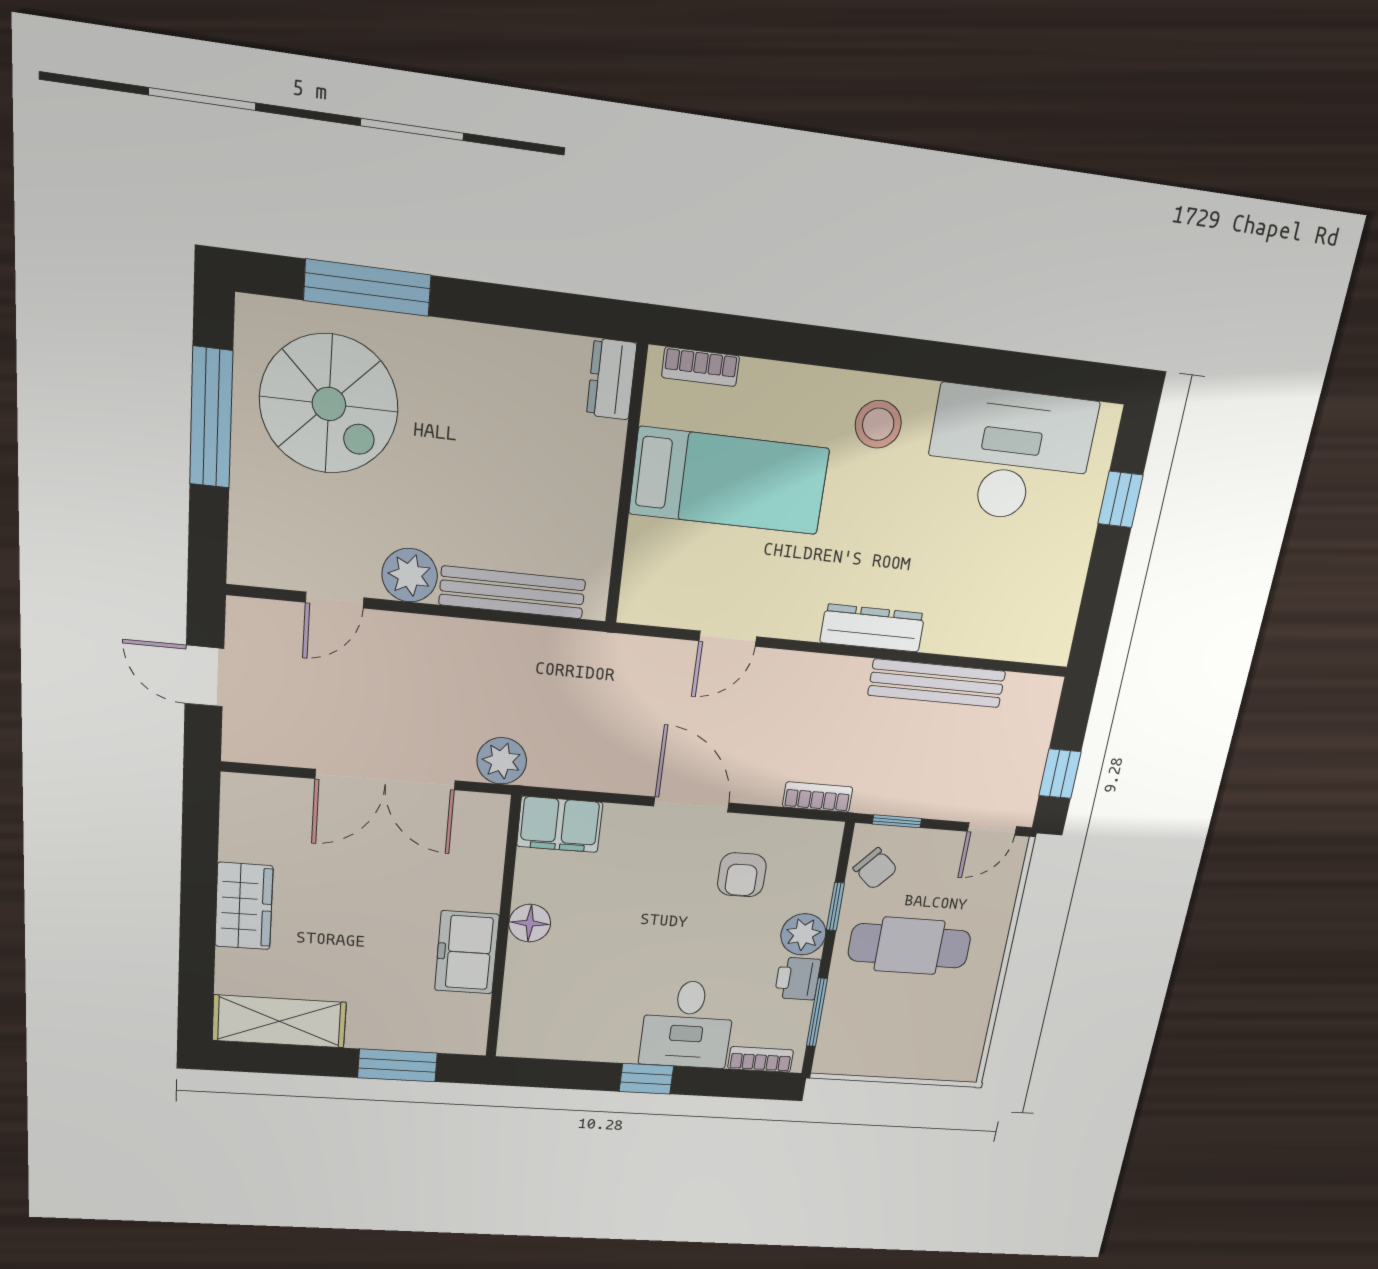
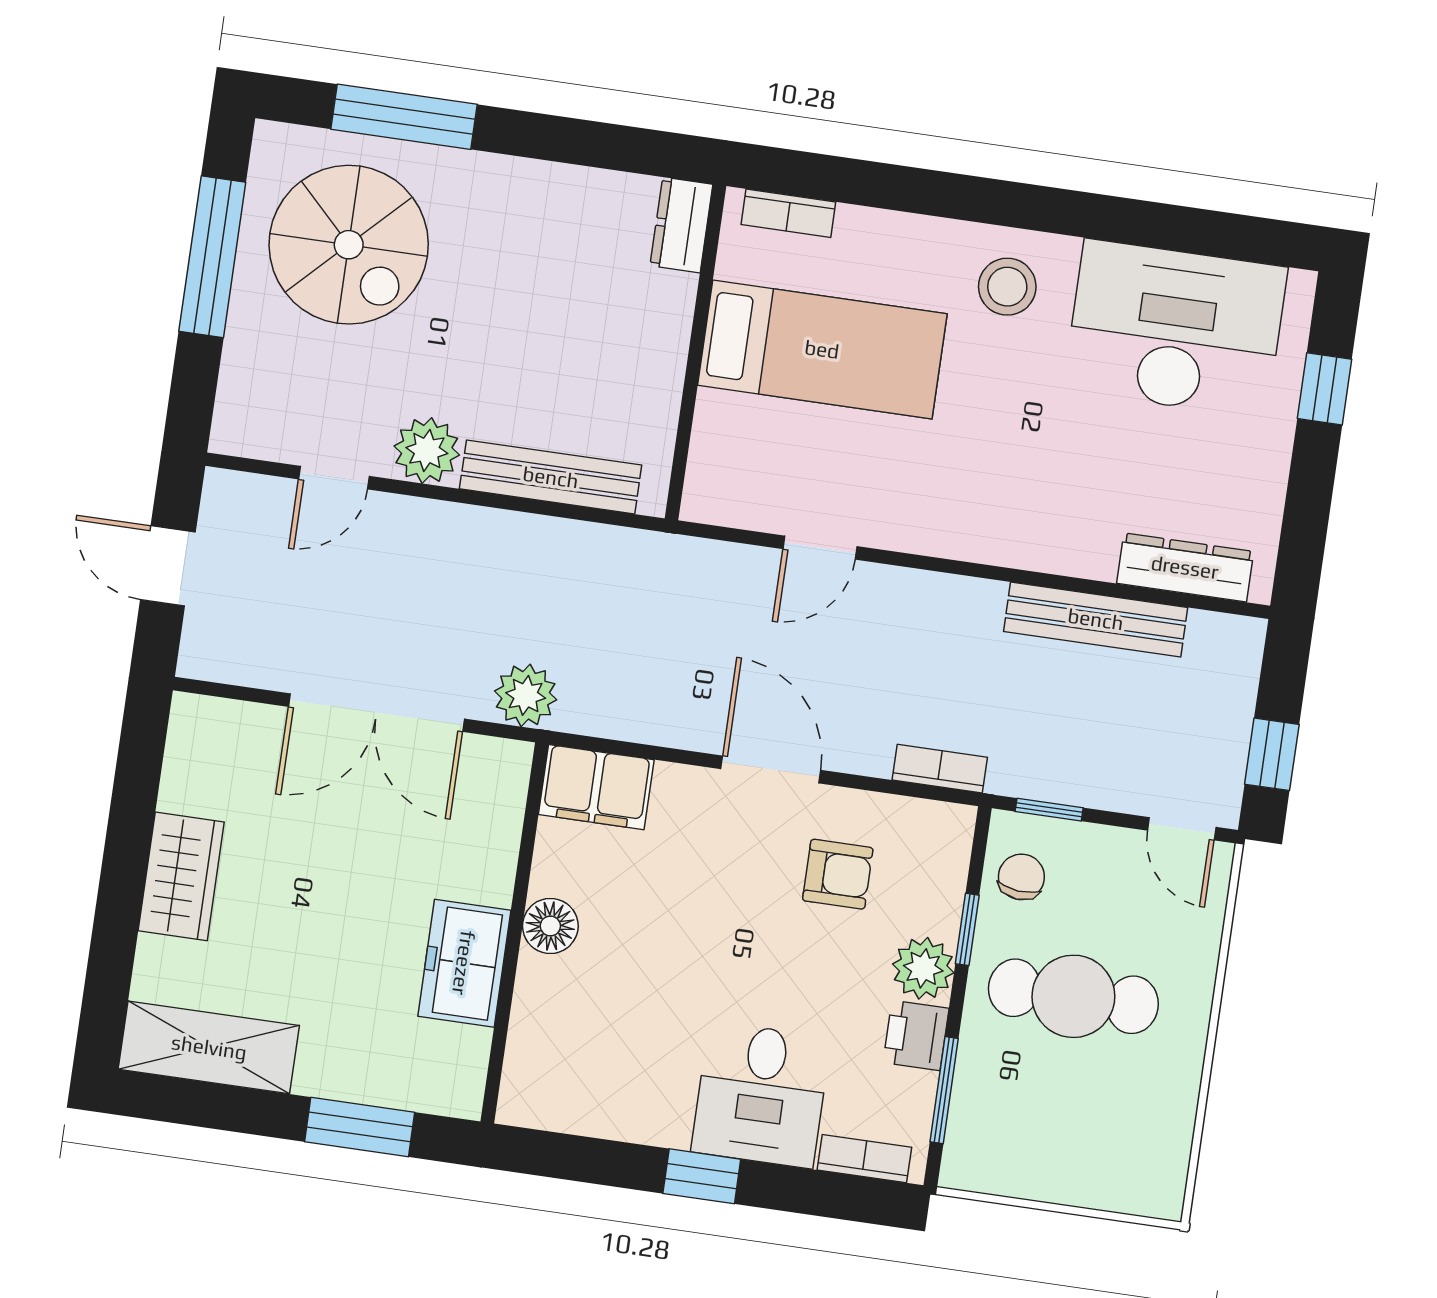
dresser: (872, 628) -> (1185, 567), moved
door: (992, 829) -> (1182, 829), hinge flipped
chair: (875, 869) -> (1021, 877), turned -127
armchair: (742, 875) -> (838, 874), turned -90

